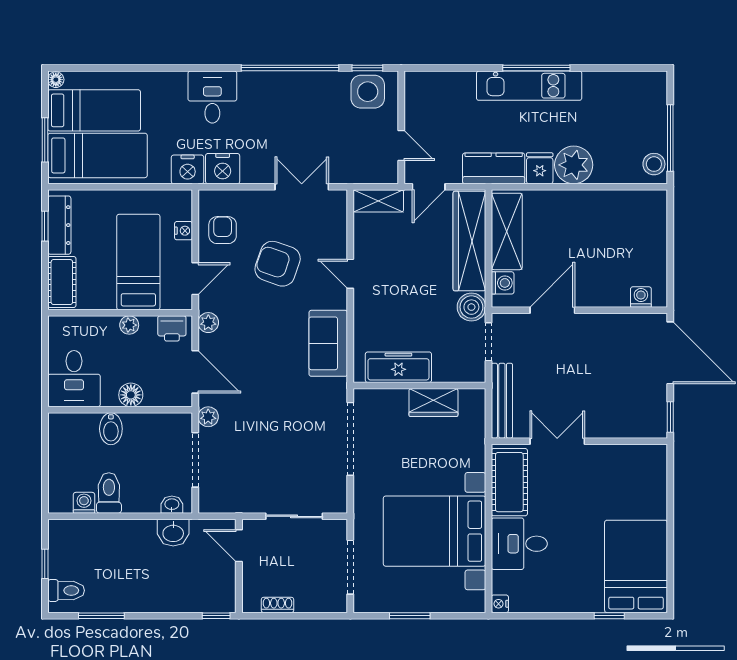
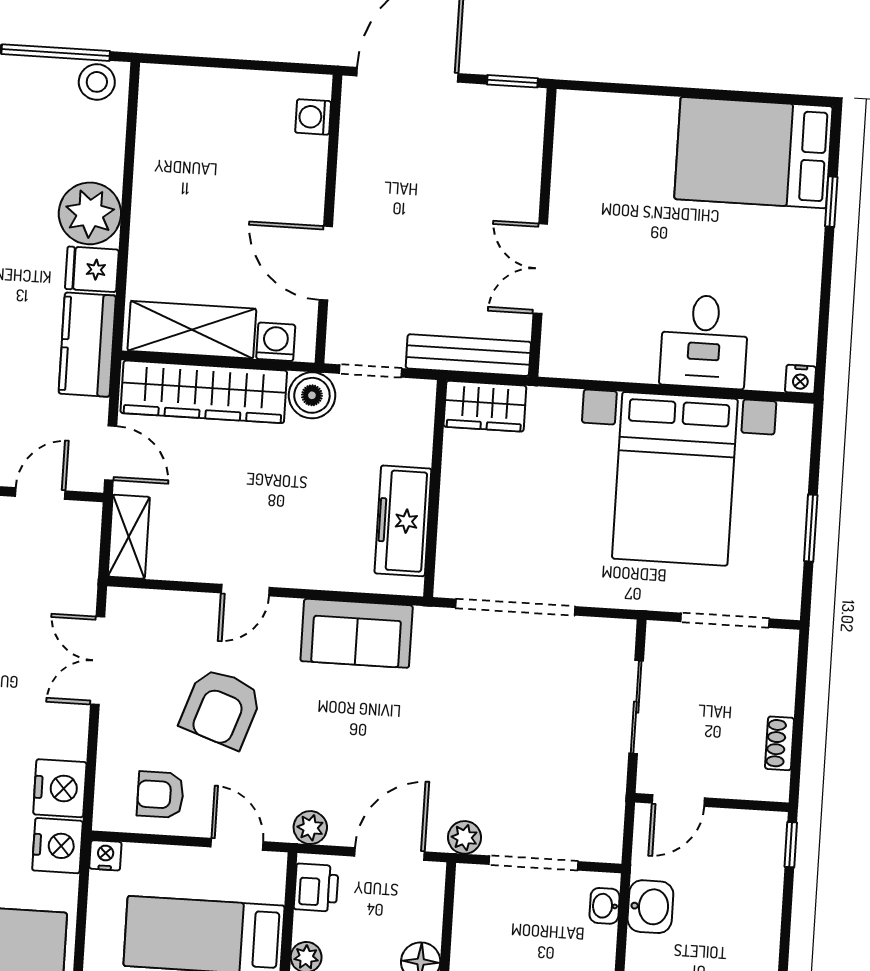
nightstand: (184, 231) -> (105, 855), moved
wardrobe: (433, 402) -> (485, 406), moved, turned 90
cot: (509, 482) -> (602, 351), removed

